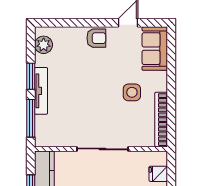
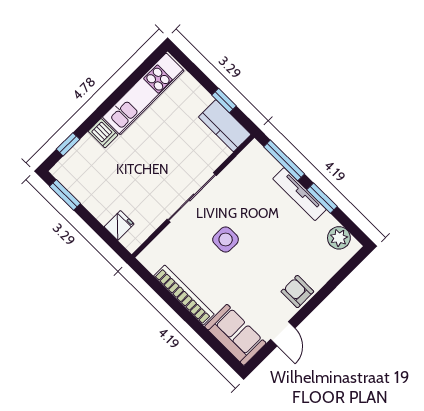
armchair: (96, 38) -> (297, 292), turned 90
side table: (132, 92) -> (226, 239), moved
bookcase: (161, 120) -> (184, 295), moved

